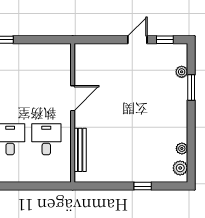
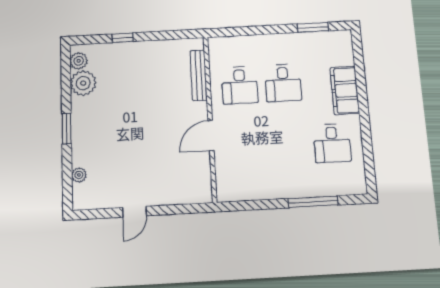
window: (165, 40) -> (100, 214), removed
window: (191, 87) -> (67, 129), moved
plant: (182, 148) -> (83, 83), width x1.88, depth x1.88

